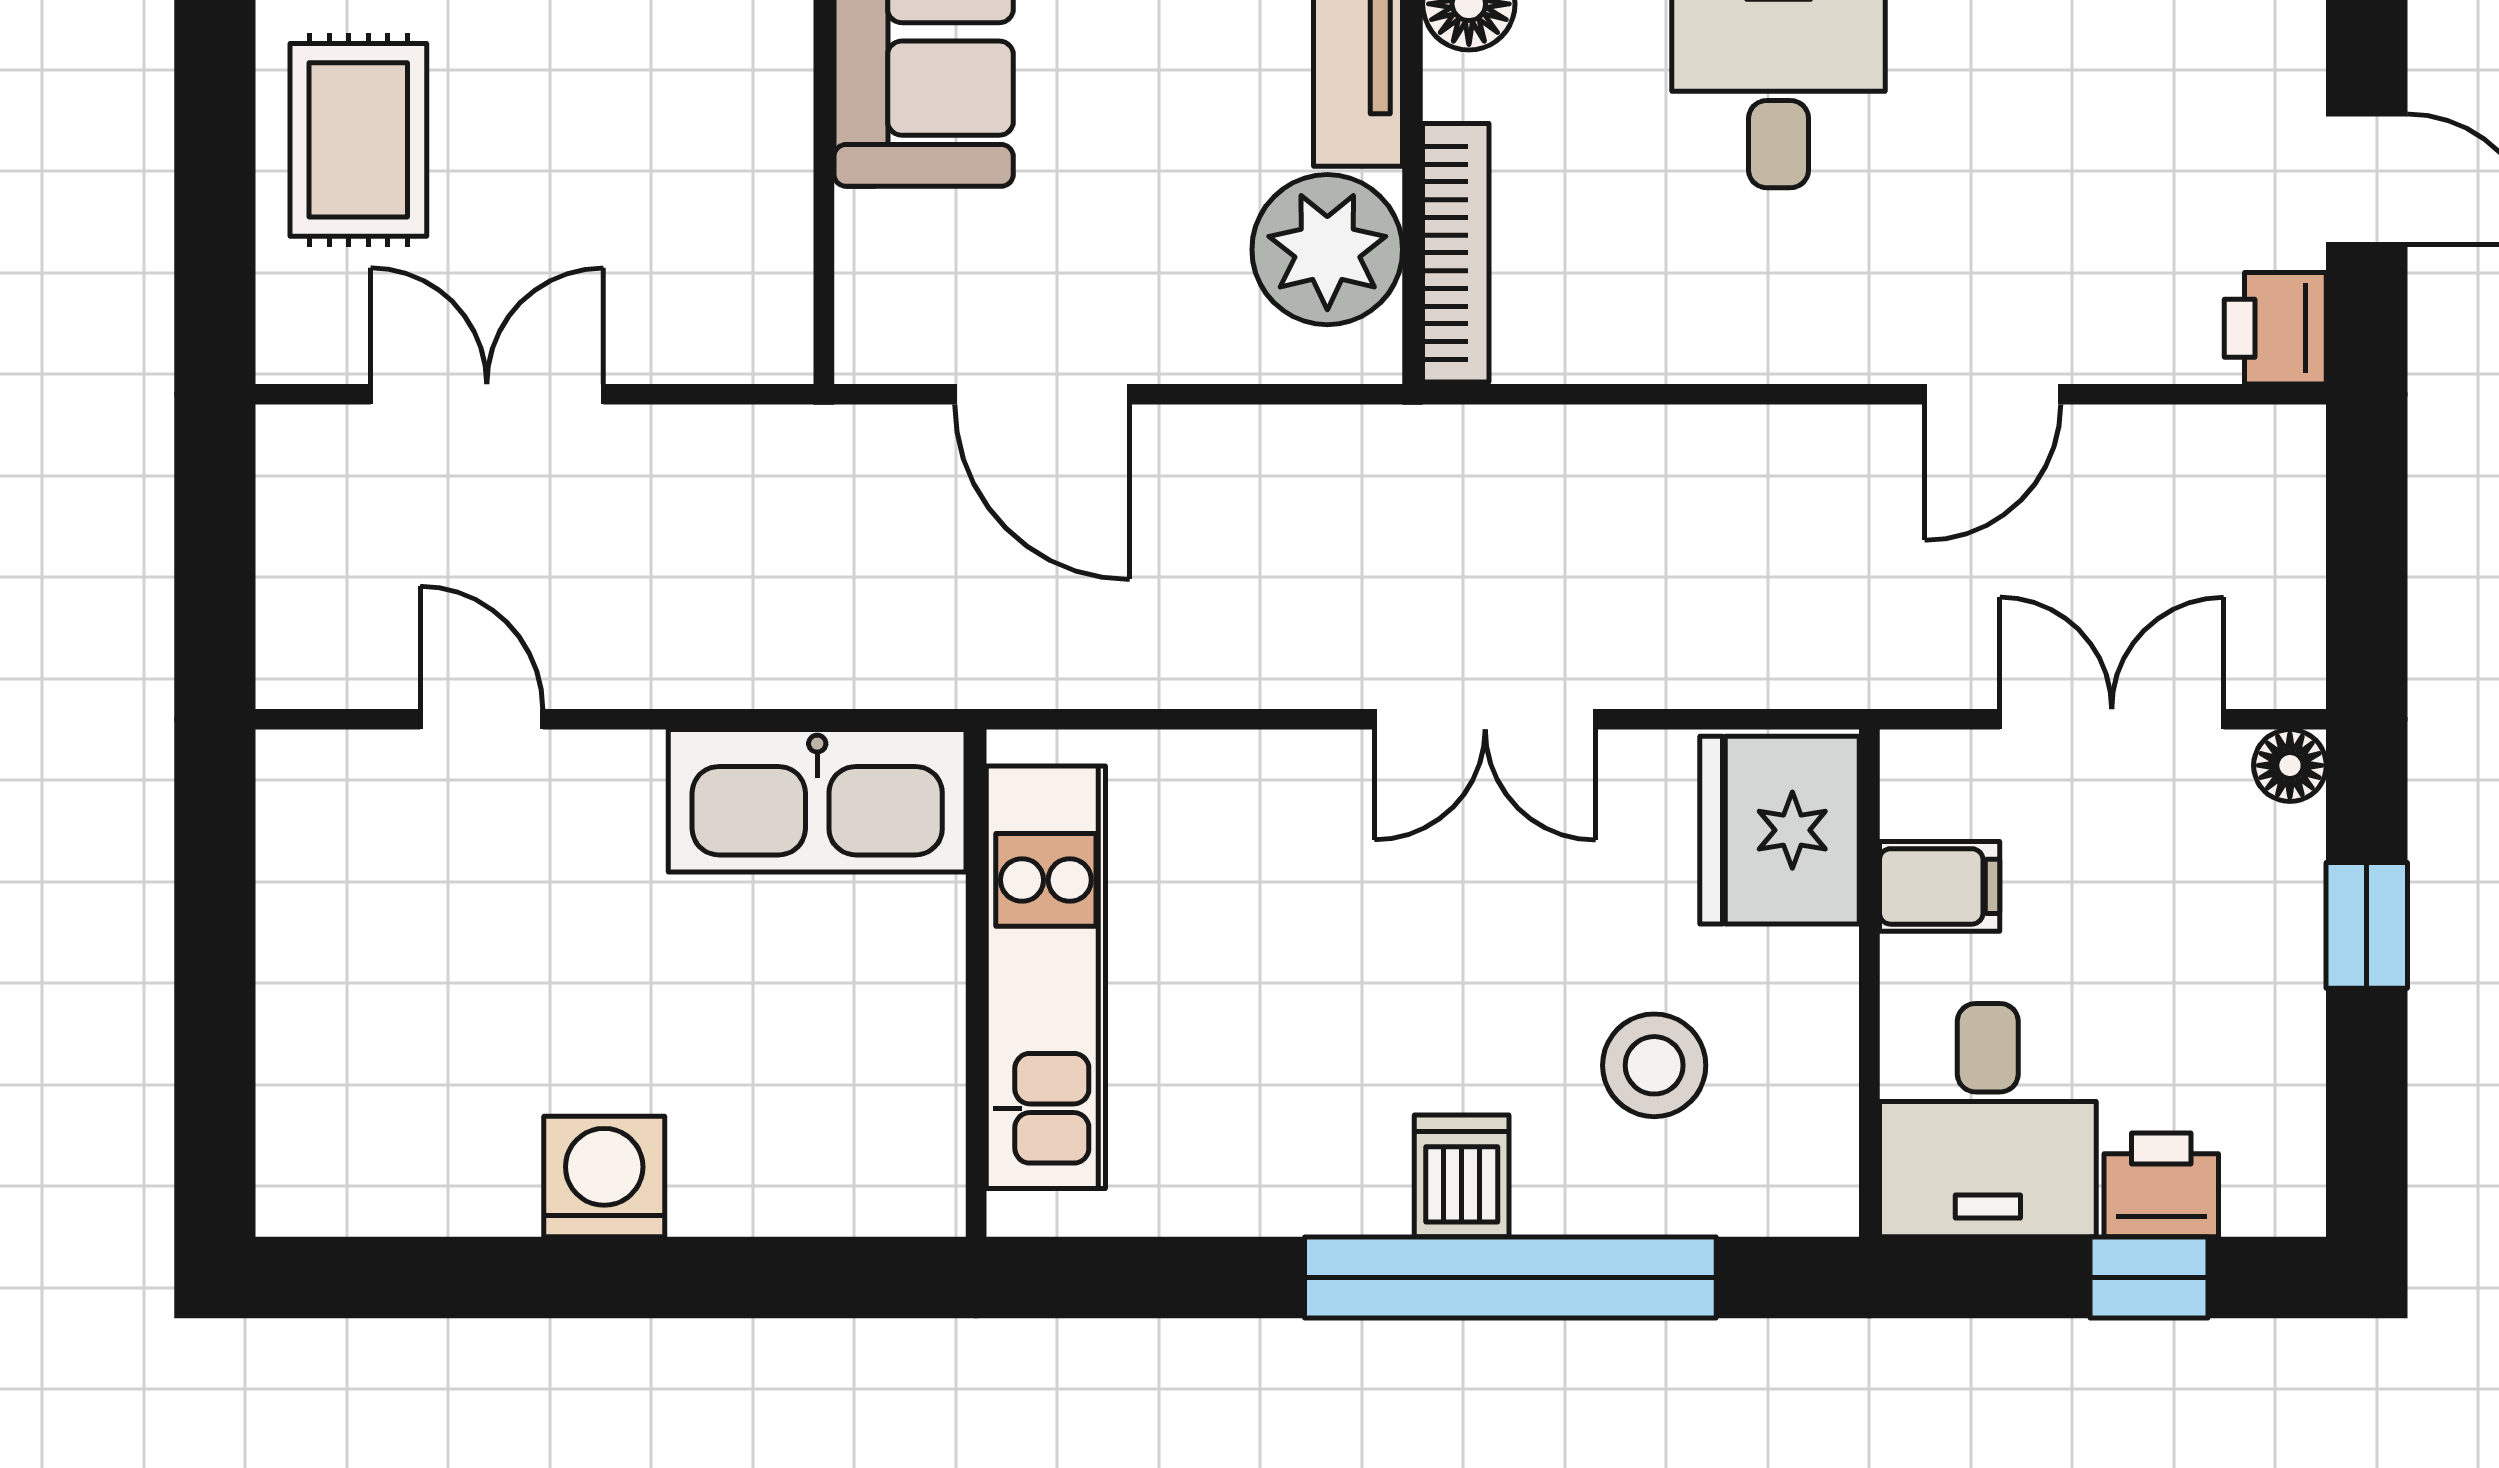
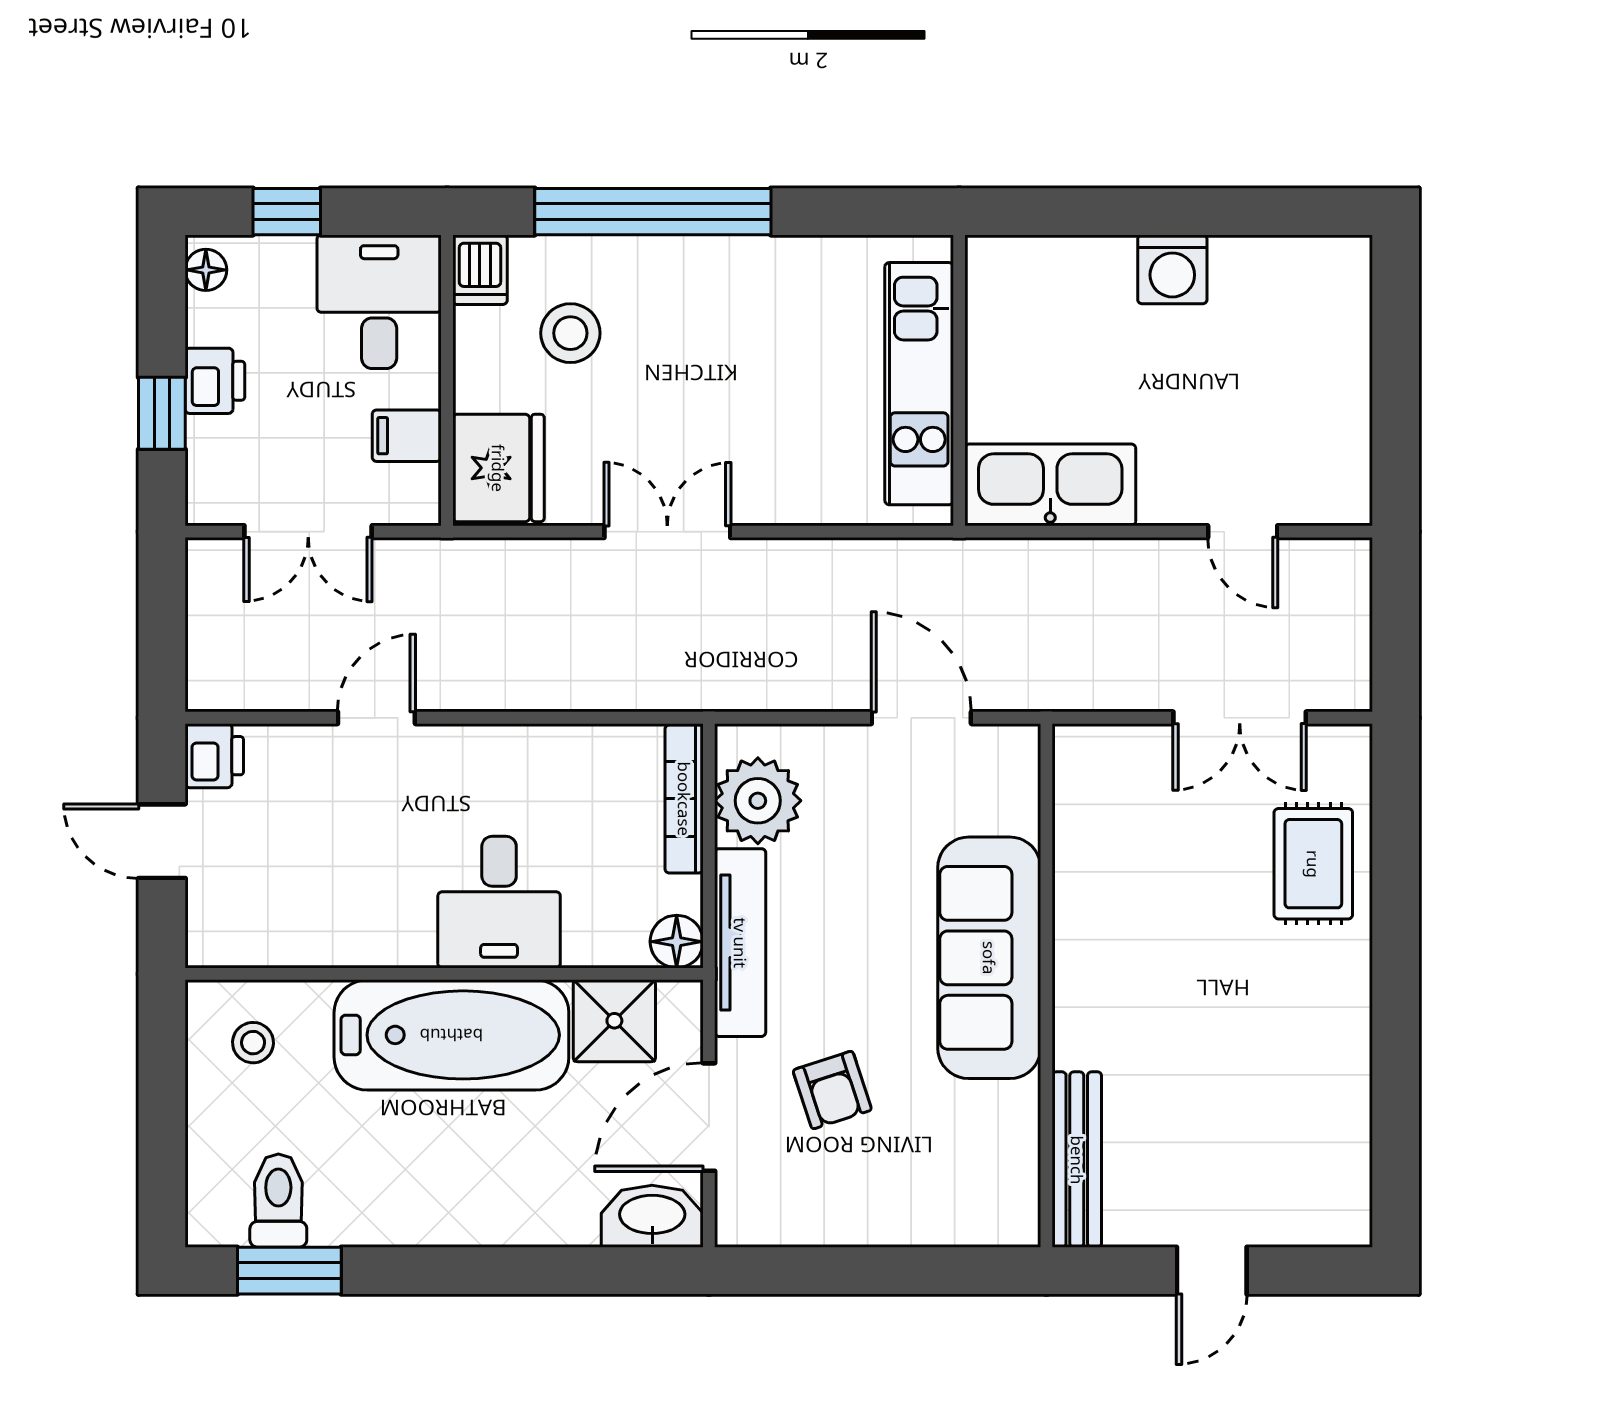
floor lamp: (2290, 765) -> (206, 270), moved
dishwasher: (1462, 1176) -> (480, 270), moved
printer: (2161, 1185) -> (215, 381), moved, turned -90

